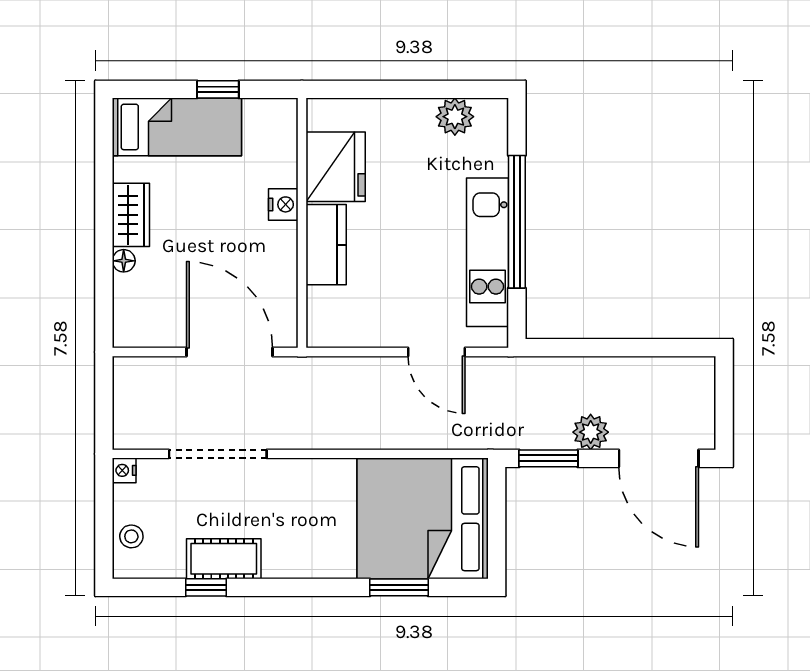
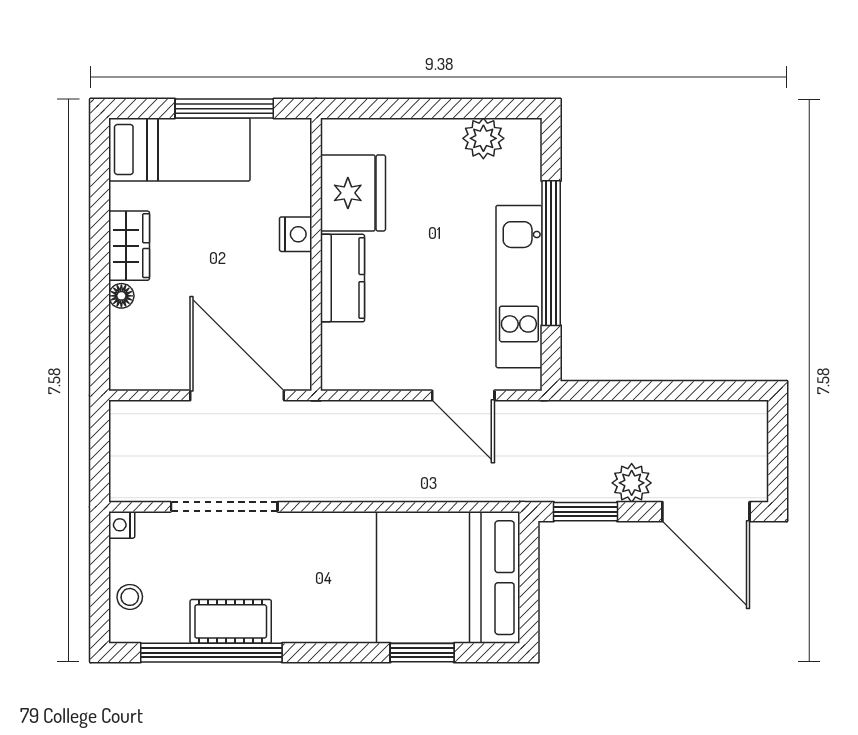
window: (218, 89) -> (224, 109), width x2.17
window: (206, 587) -> (211, 653), width x3.17

